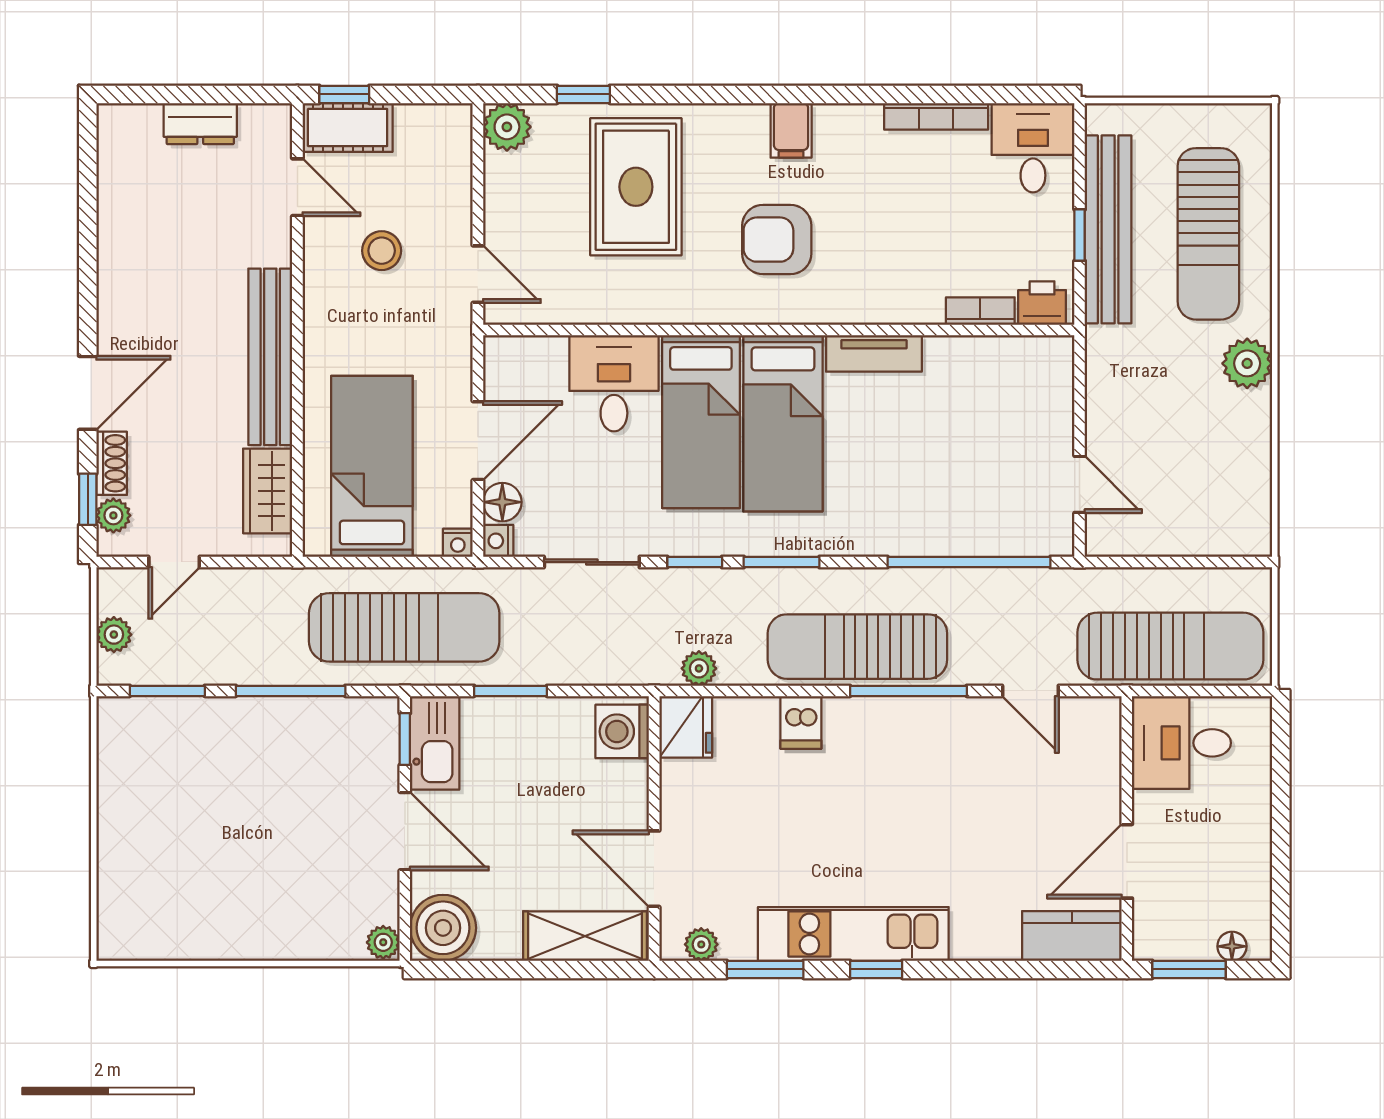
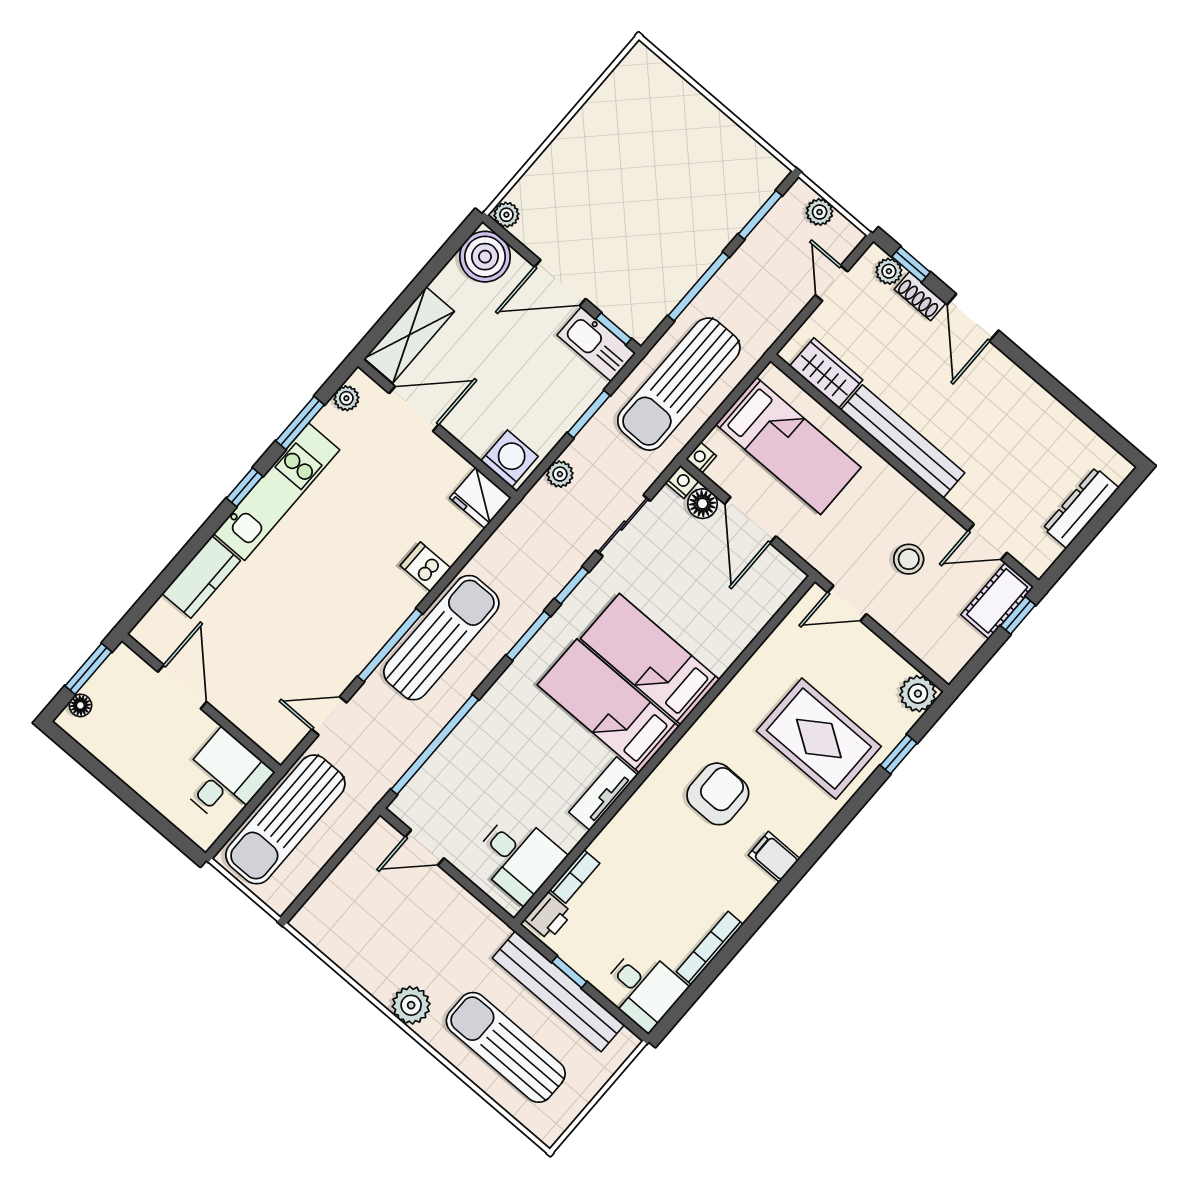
dresser: (200, 124) -> (1081, 508), width x1.44
desk: (614, 383) -> (518, 857), moved
plant: (699, 668) -> (560, 474), moved
kitchen counter: (1072, 936) -> (201, 577), moved

